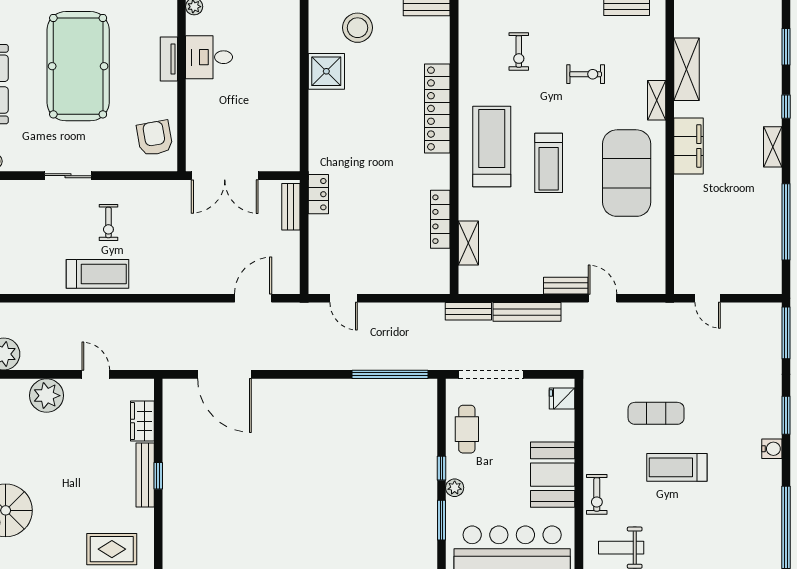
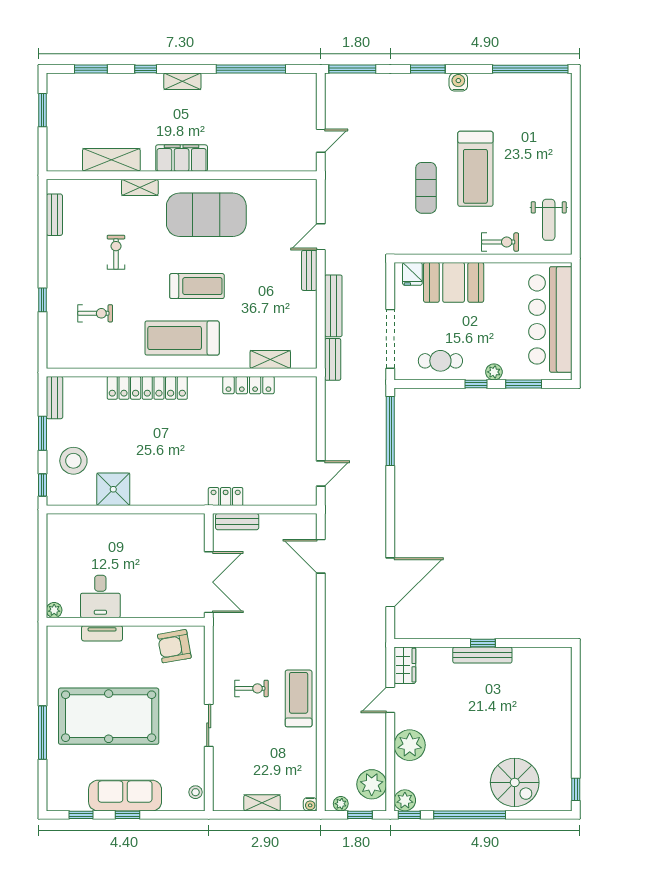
wardrobe: (142, 421) -> (405, 665), moved, turned -90
treadmill: (677, 467) -> (475, 169), width x1.37, depth x1.38
booth: (553, 475) -> (454, 282), moved
rug: (112, 549) -> (550, 685), removed

